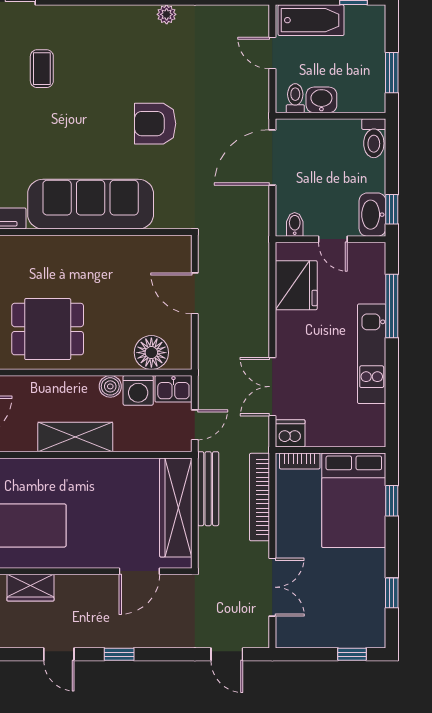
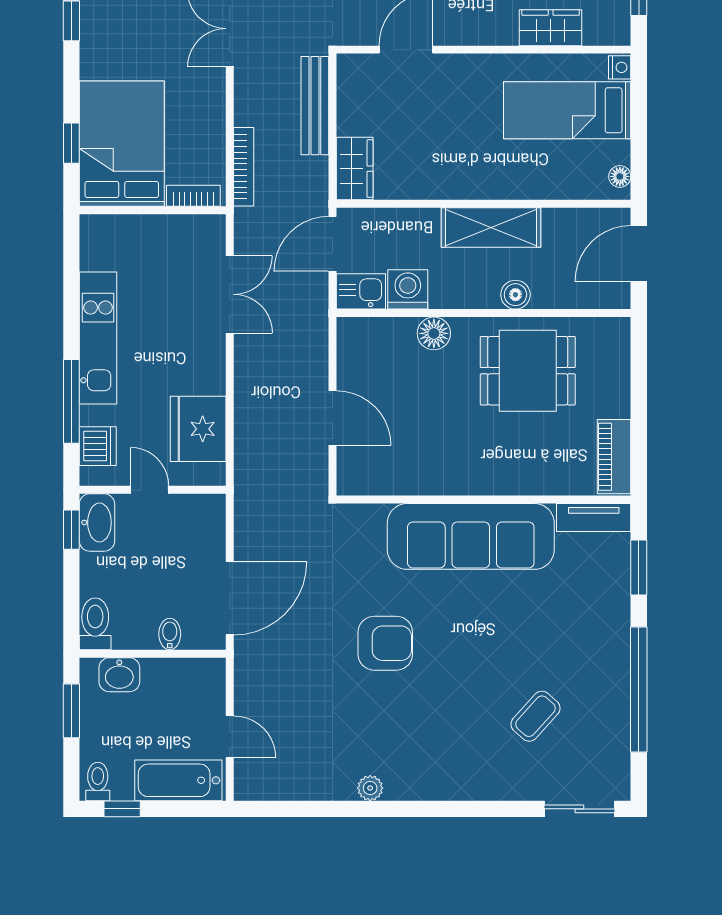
coffee table: (42, 69) -> (535, 716), turned 42
toilet: (295, 98) -> (98, 782), moved, turned 180
washbasin: (321, 100) -> (119, 675), moved
bidet: (295, 224) -> (170, 634), moved, turned 180
floor lamp: (151, 353) -> (434, 333), moved, width x0.73, depth x0.73
boiler: (110, 386) -> (515, 295), moved
door: (195, 425) -> (333, 244), width x1.38
dishwasher: (290, 433) -> (98, 446), moved, turned -90
bench: (208, 489) -> (315, 106), moved
bookcase: (260, 497) -> (244, 167), width x0.68, depth x0.76
wardrobe: (176, 507) -> (355, 169), width x0.48, depth x0.85

